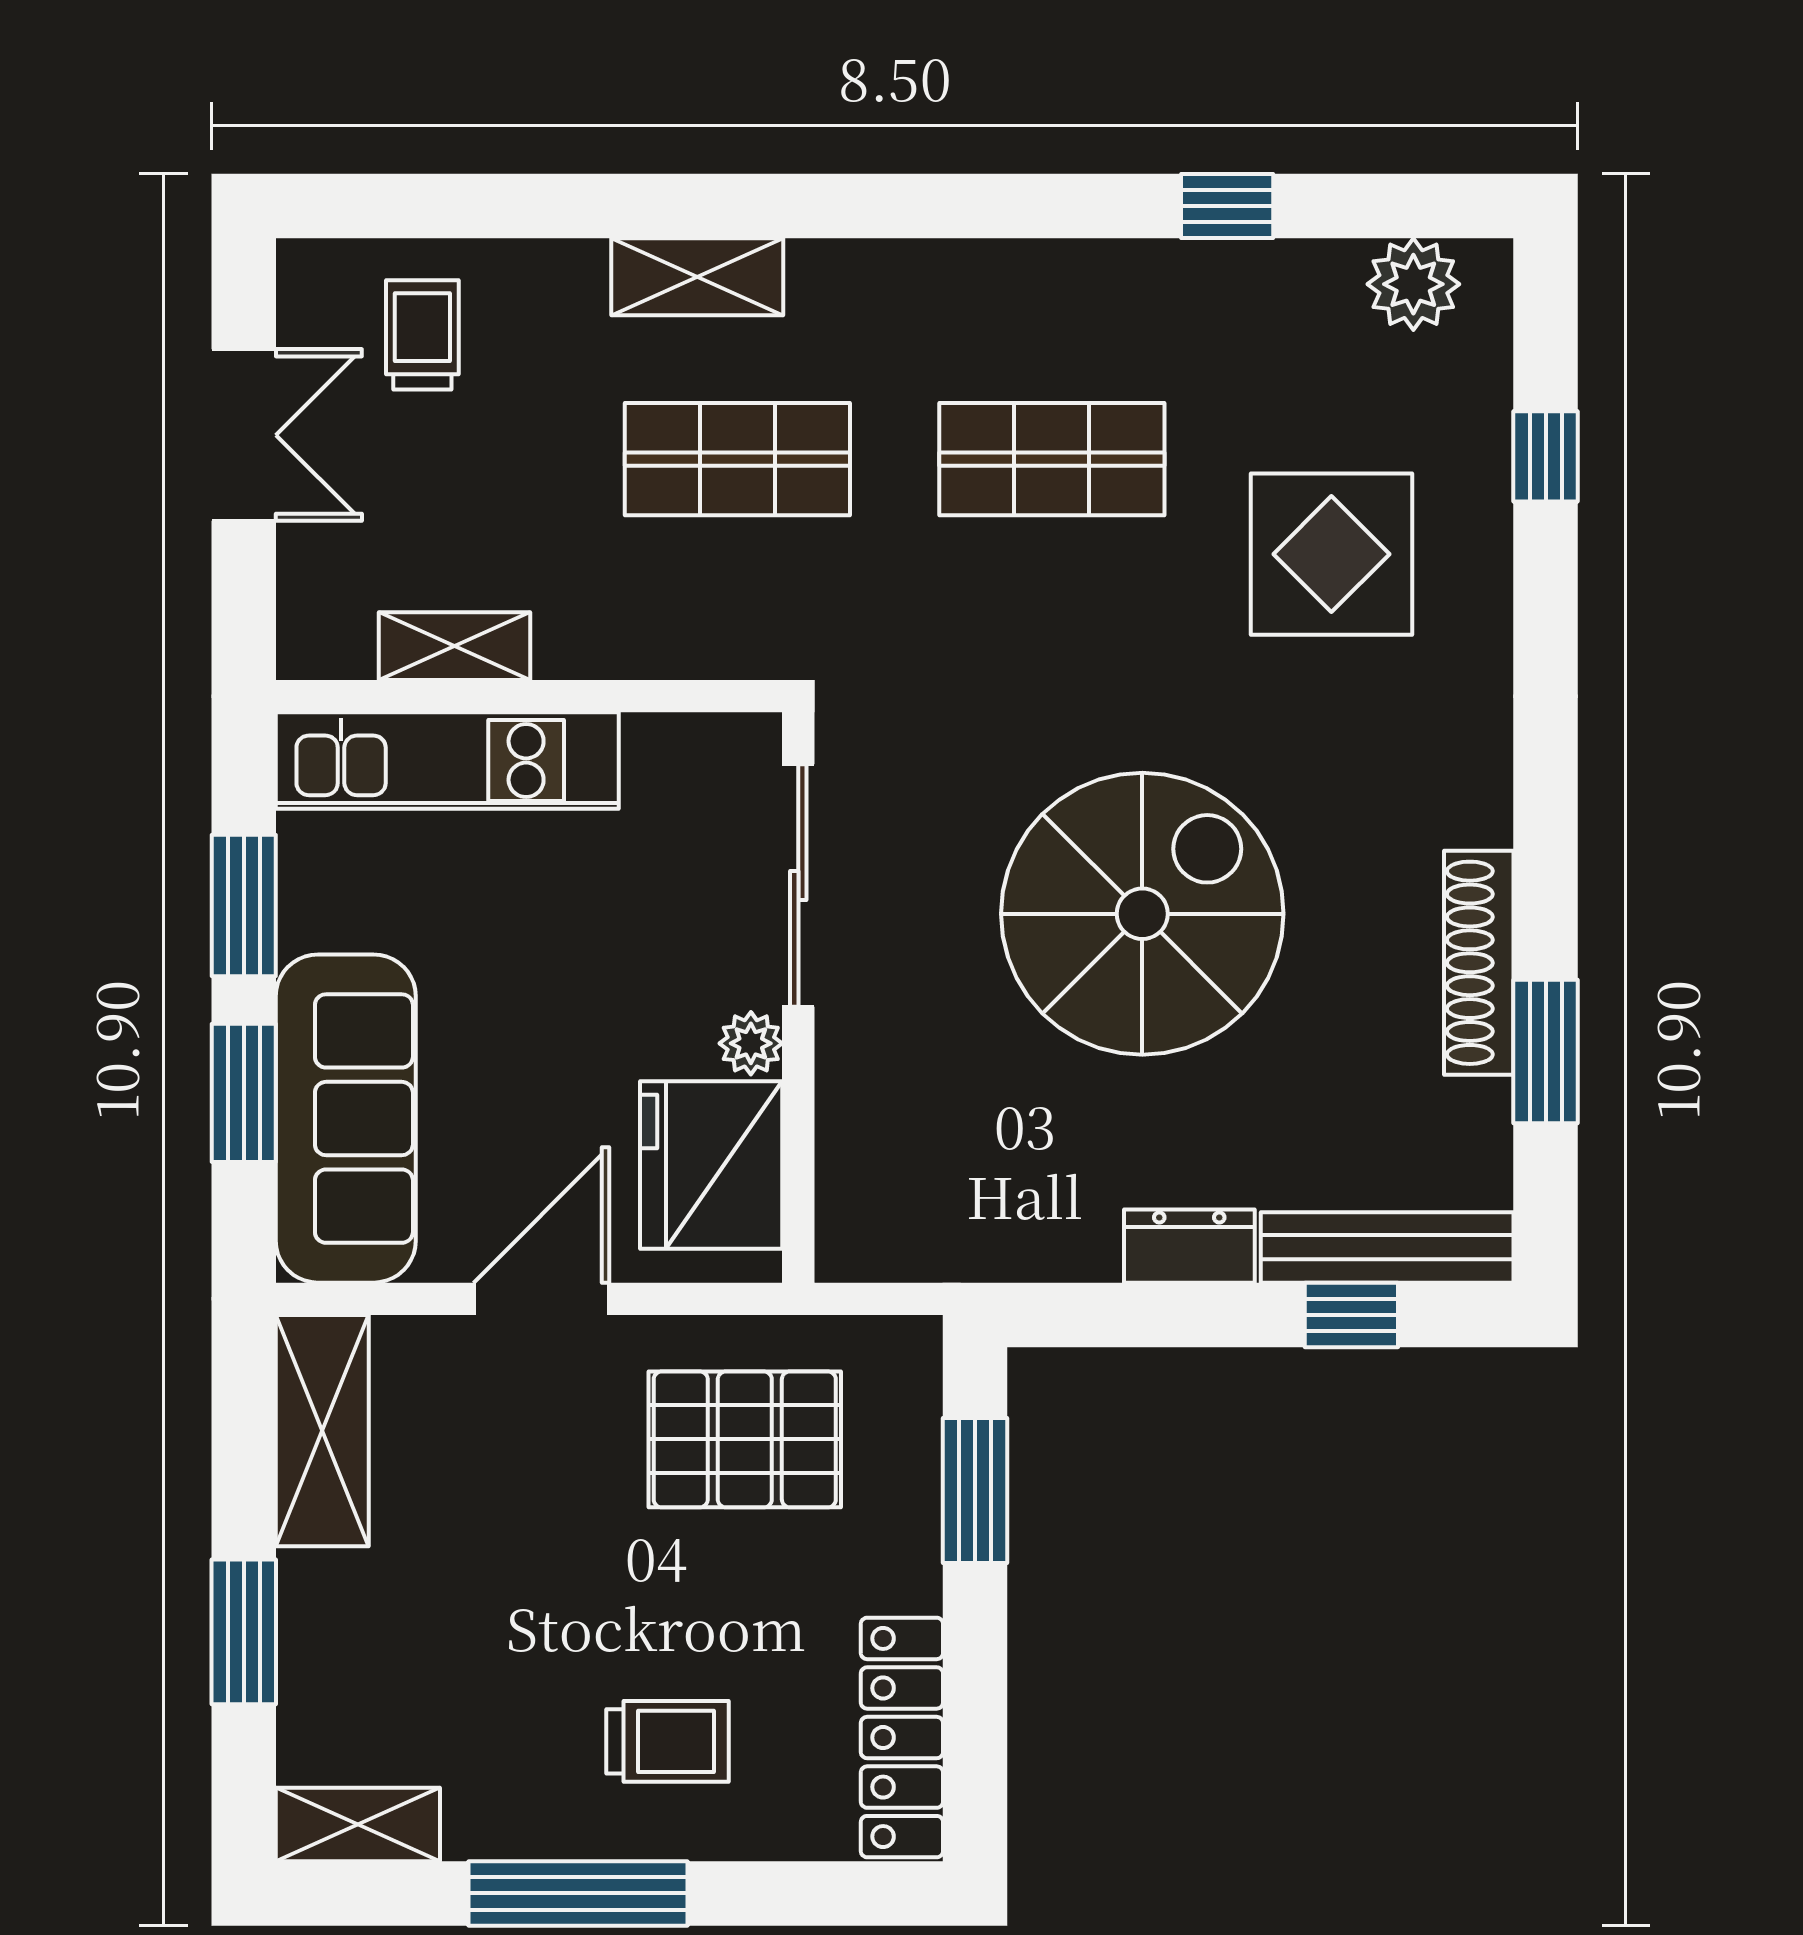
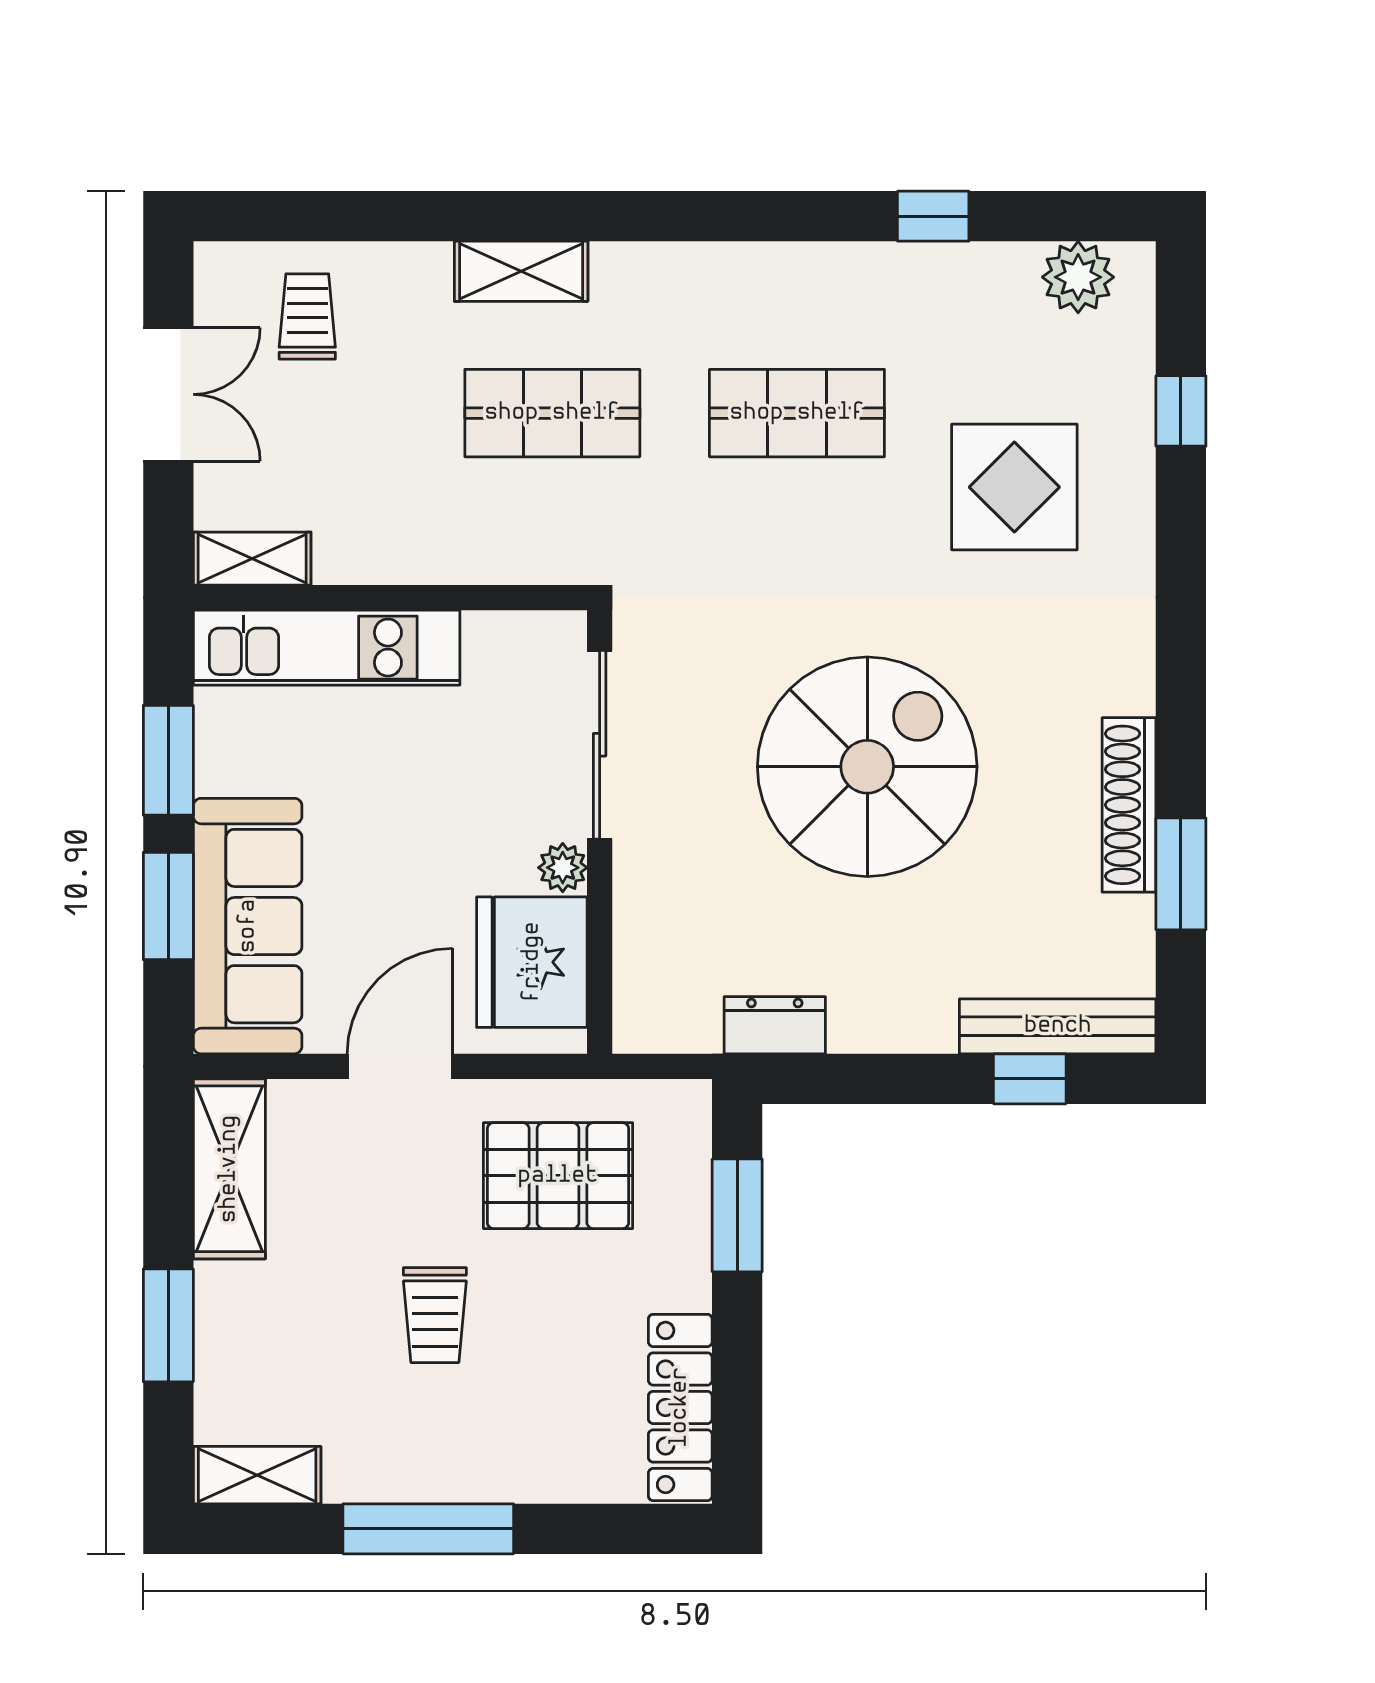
shelving: (455, 646) -> (252, 559), moved
dresser: (1189, 1246) -> (775, 1025), moved
trolley: (668, 1741) -> (435, 1315), moved, turned 90

